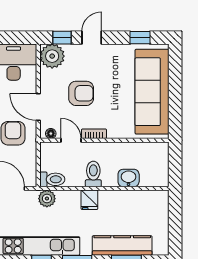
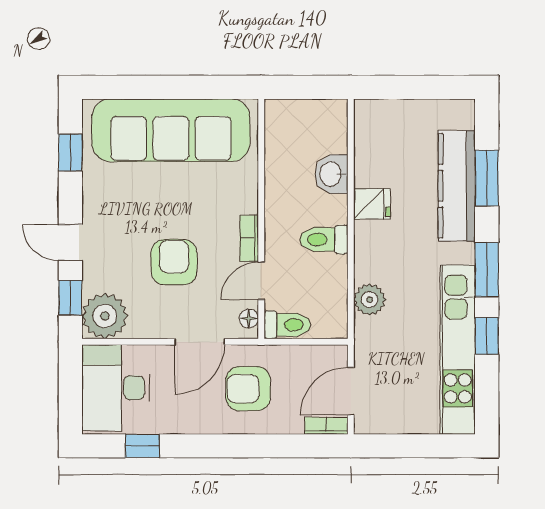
toilet: (52, 179) -> (287, 325), moved, turned 90
plant: (47, 199) -> (370, 300), moved
fridge: (89, 200) -> (372, 204), moved

